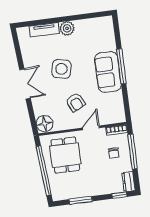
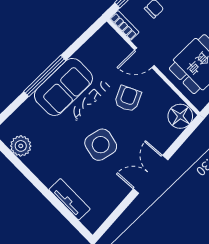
plant: (67, 28) -> (21, 146), moved

